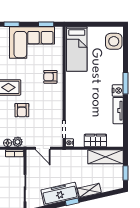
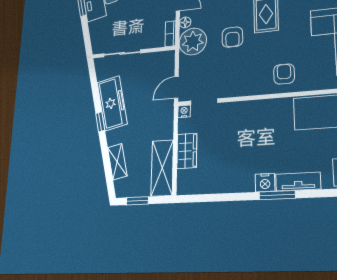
armchair: (22, 110) -> (232, 37), turned -90
tv unit: (118, 111) -> (298, 182), moved
plant: (18, 142) -> (193, 42), width x1.87, depth x1.87
door: (43, 148) -> (176, 87), moved
shelving: (89, 190) -> (117, 162), moved

